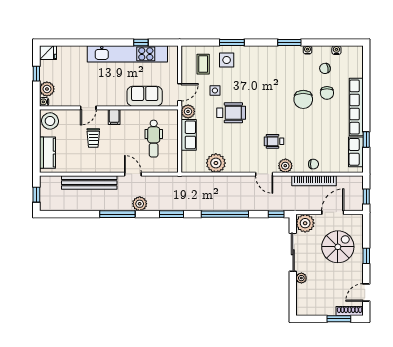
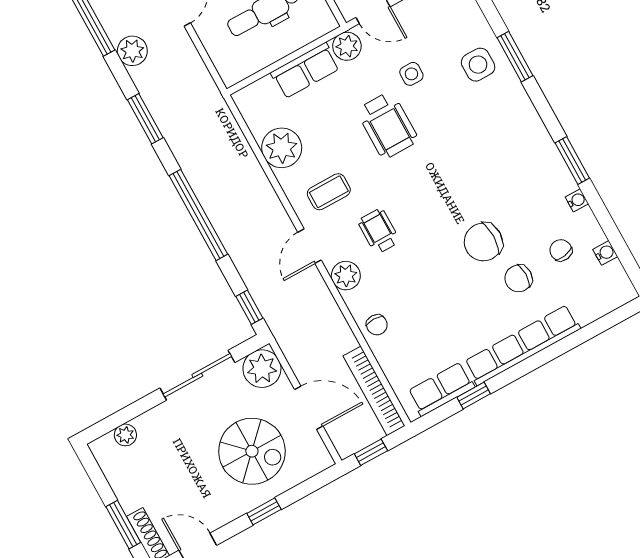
coffee table: (203, 64) -> (329, 192), moved
bookcase: (314, 181) -> (374, 391), moved
plant: (301, 278) -> (125, 435), moved

